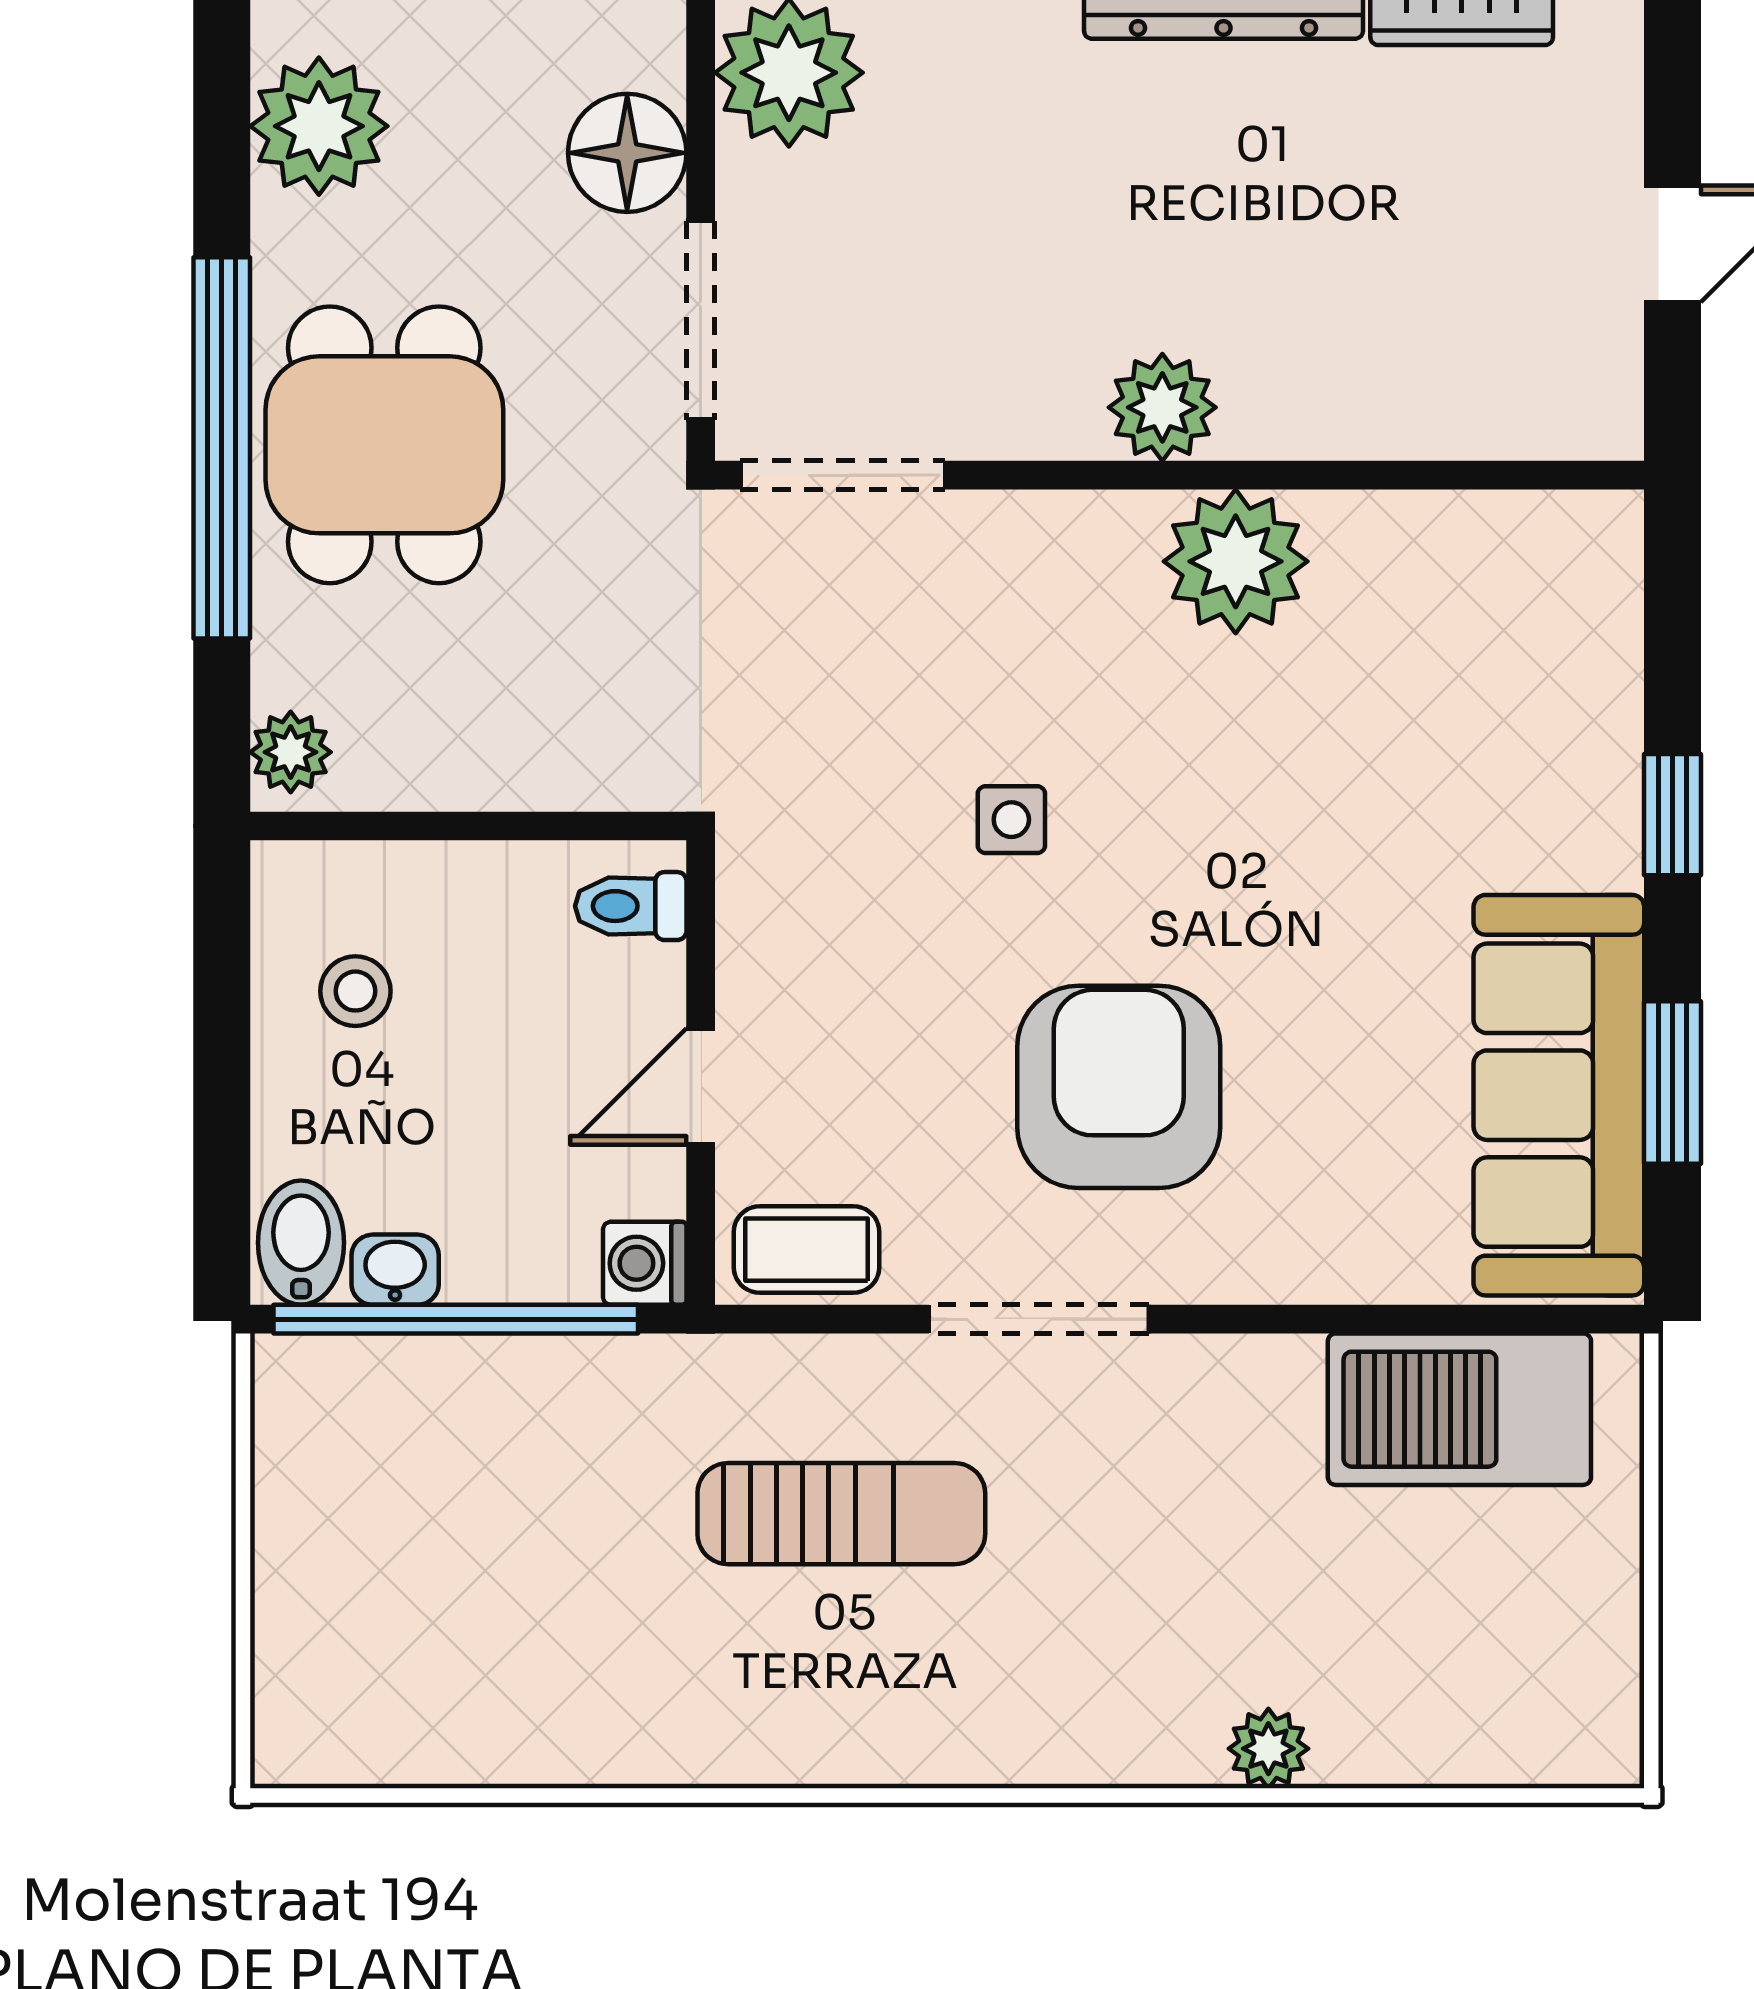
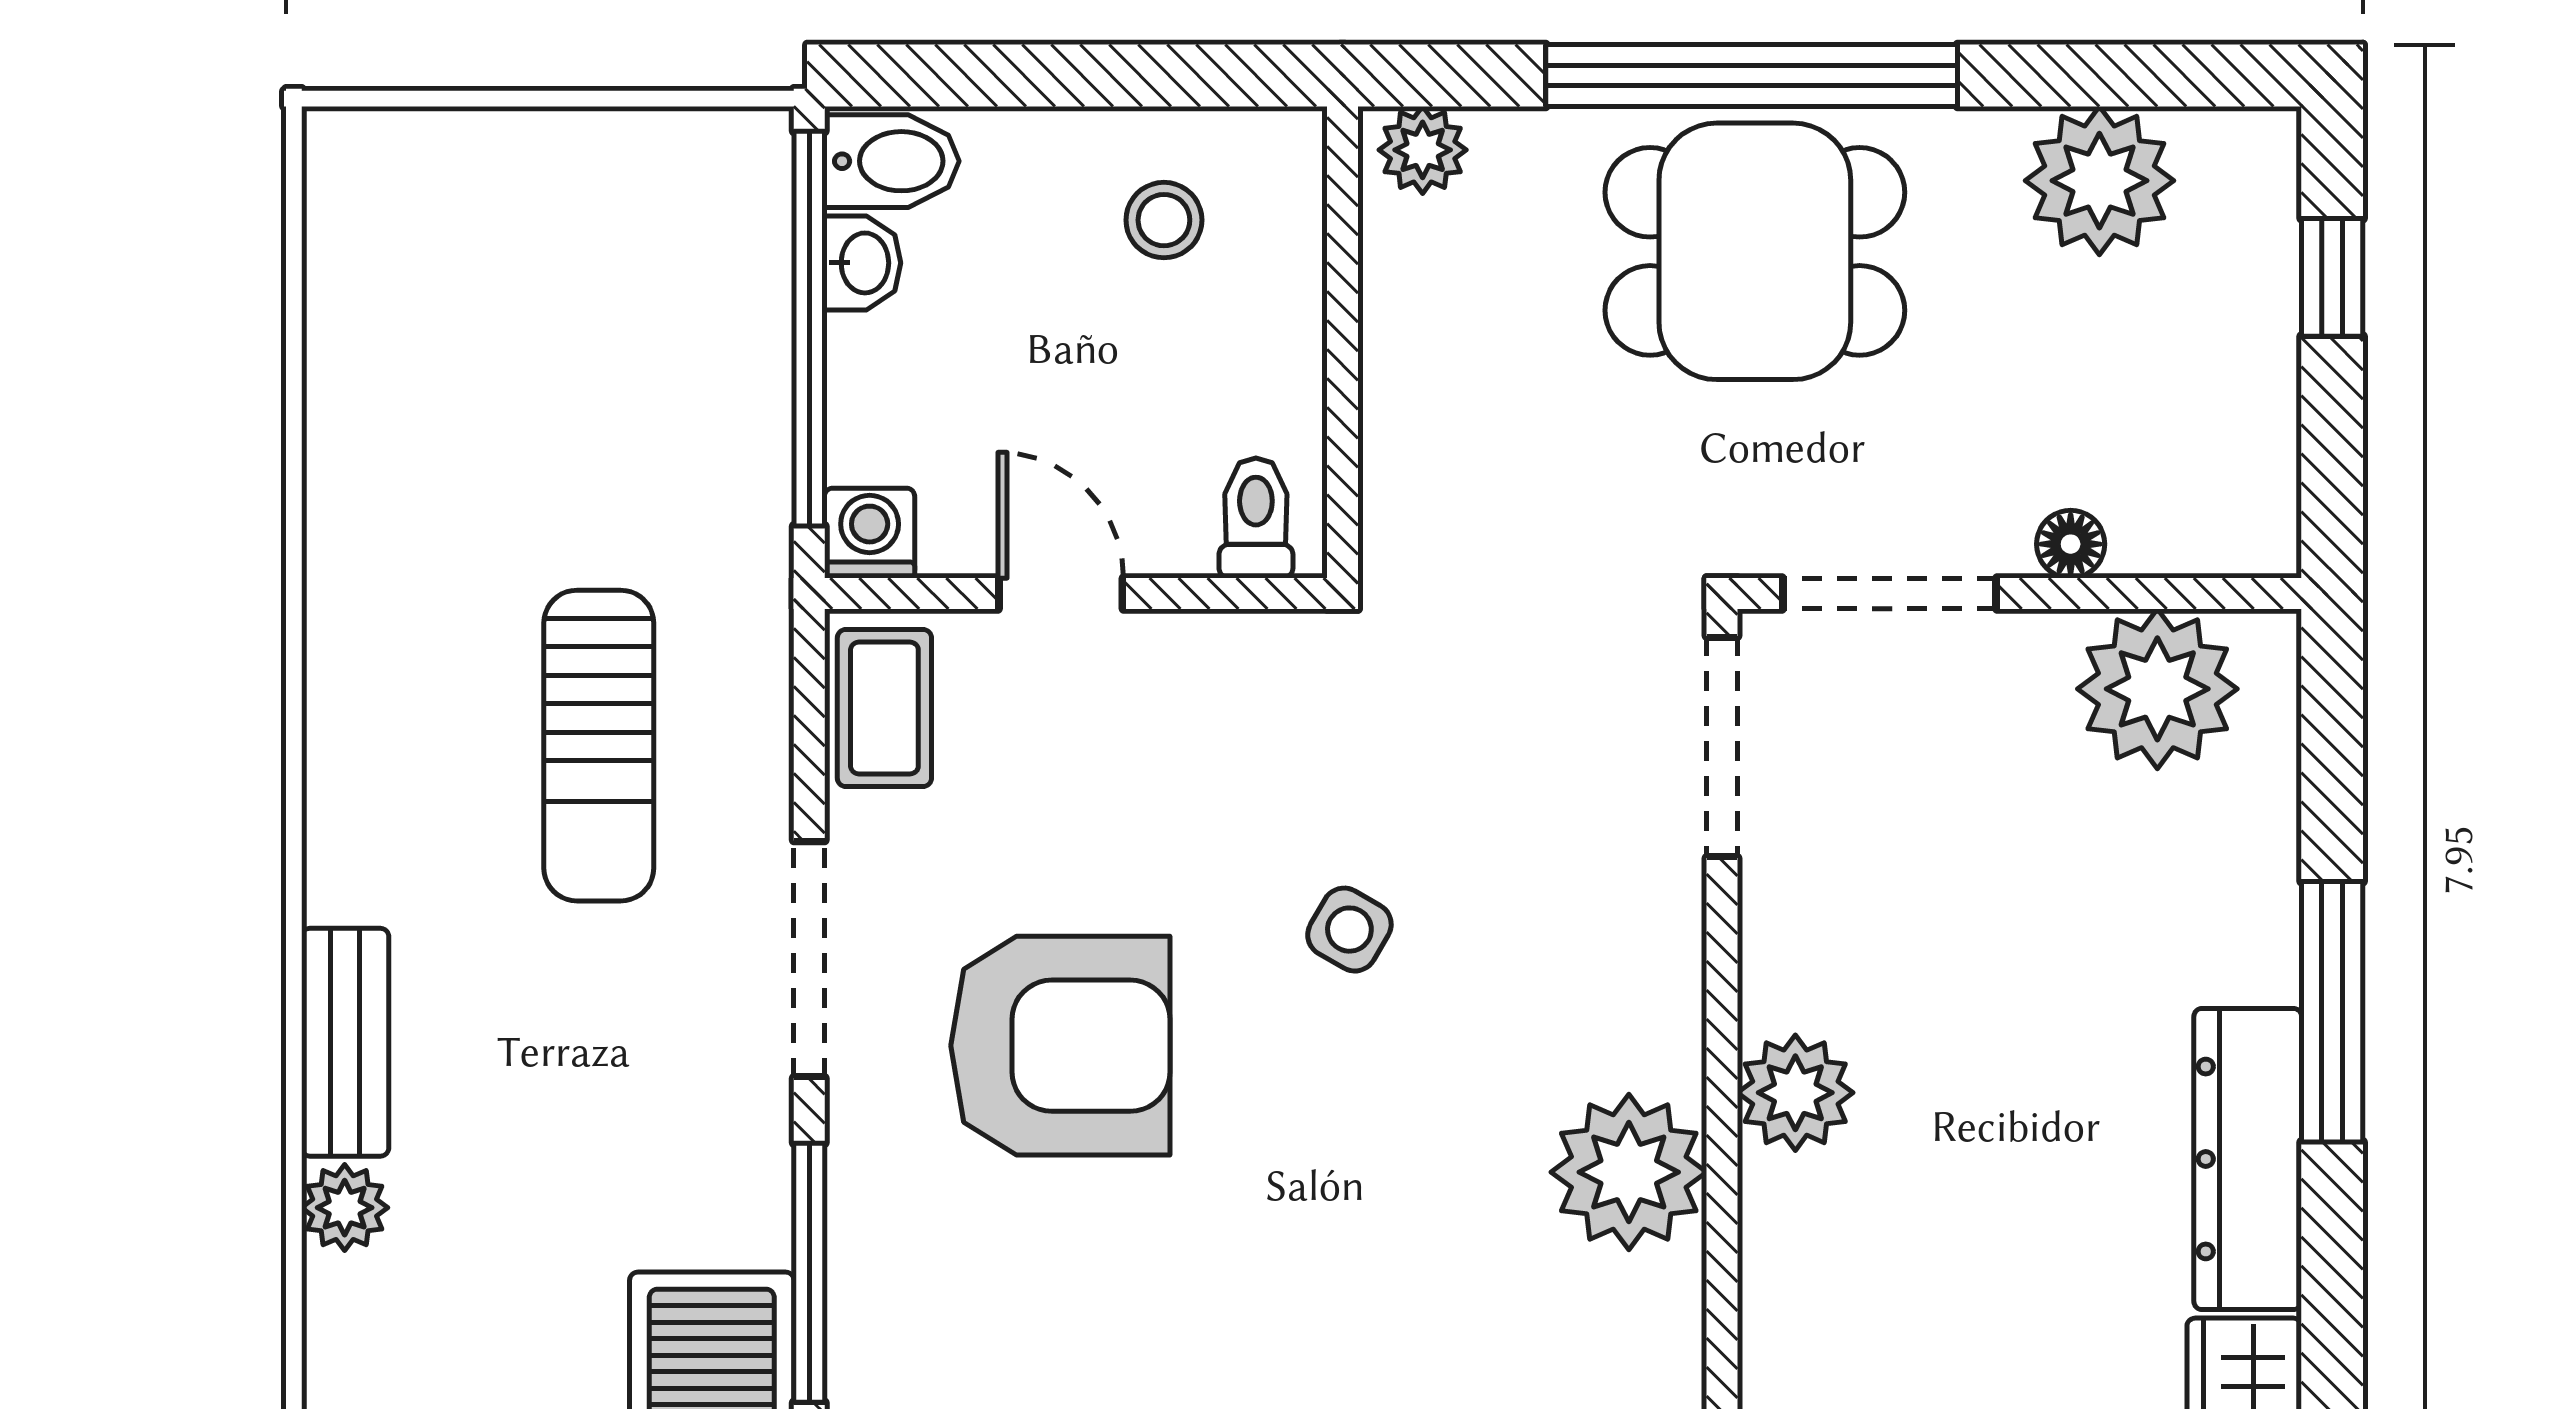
floor lamp: (627, 153) -> (2071, 544), width x0.53, depth x0.53
side table: (1011, 820) -> (1349, 930), turned 30
window: (1329, 1319) -> (809, 1273), added
bench: (1116, 1748) -> (345, 1042), added

